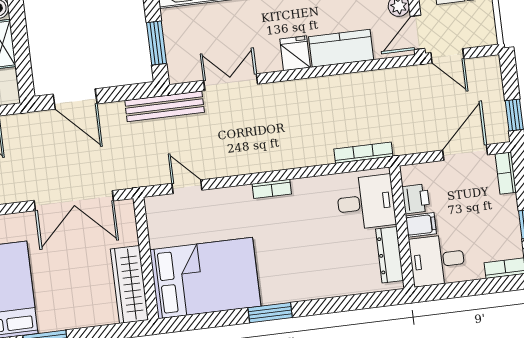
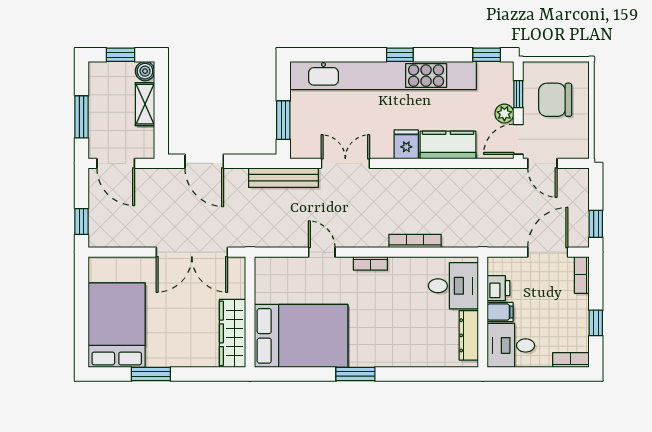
bookcase: (363, 153) -> (415, 241), moved
door: (187, 187) -> (322, 252), moved

